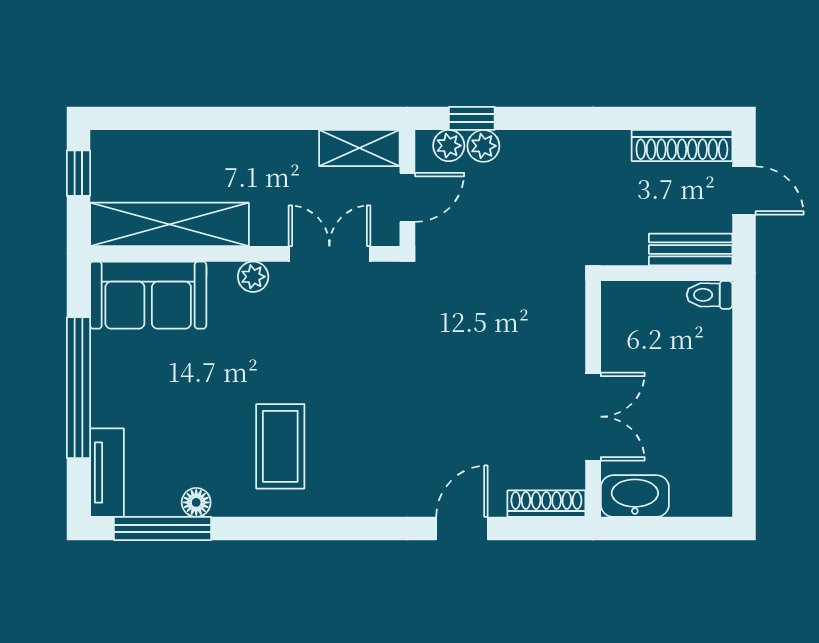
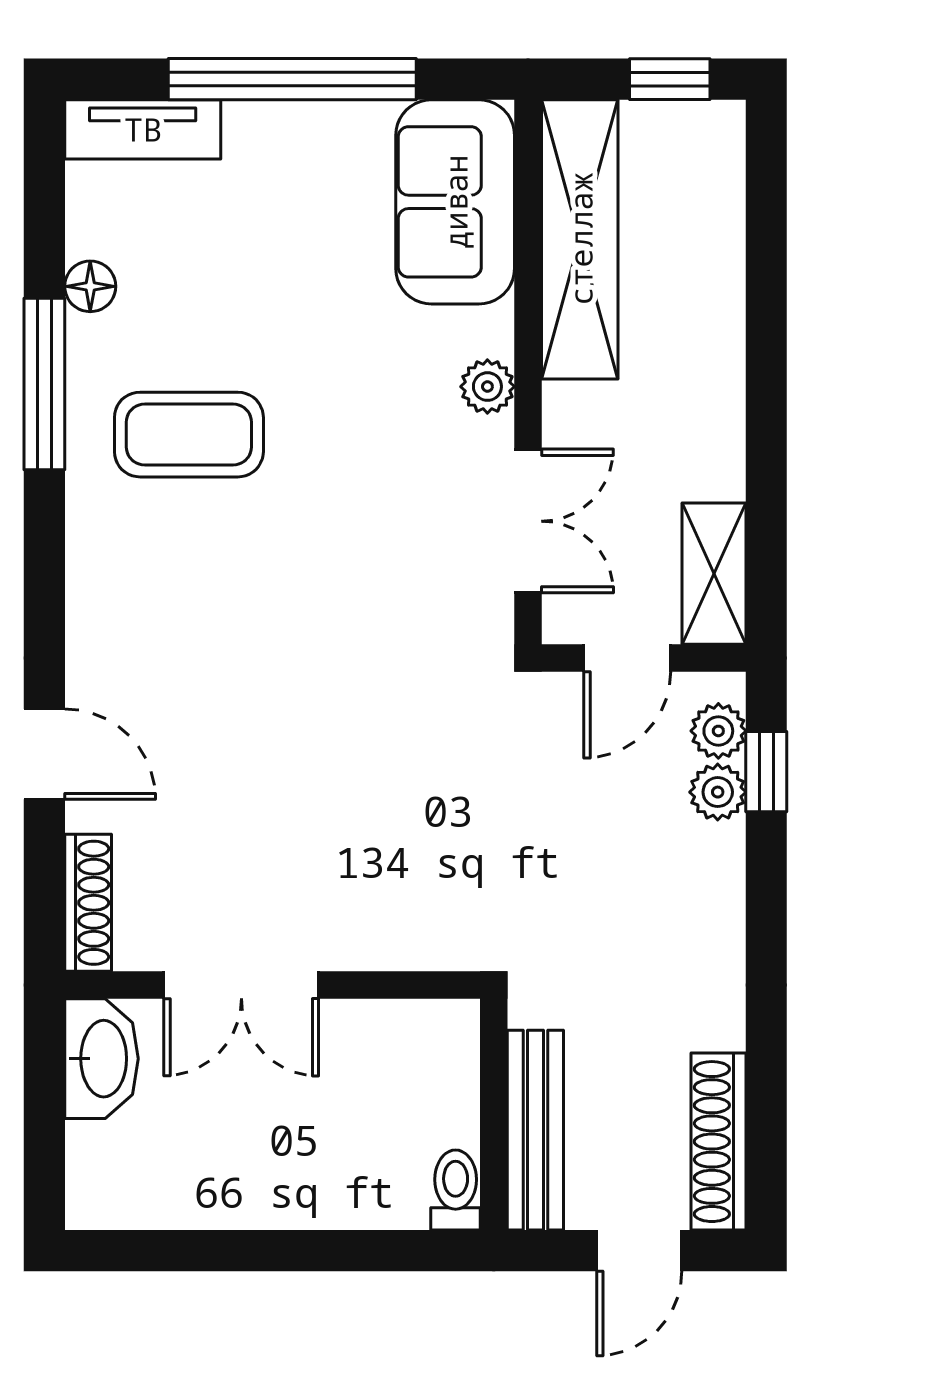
door: (407, 197) -> (627, 658), hinge flipped
bench: (691, 249) -> (535, 1130), width x1.36
window: (163, 528) -> (44, 384), moved

